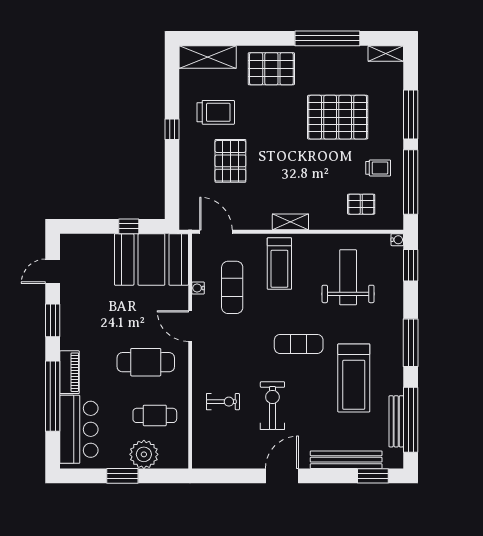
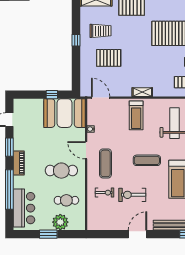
pallet: (230, 161) -> (109, 58), turned 90
exercise mat: (232, 287) -> (105, 163), moved
piano: (70, 372) -> (19, 163), moved
exercise bike: (272, 406) -> (132, 195), turned -90

